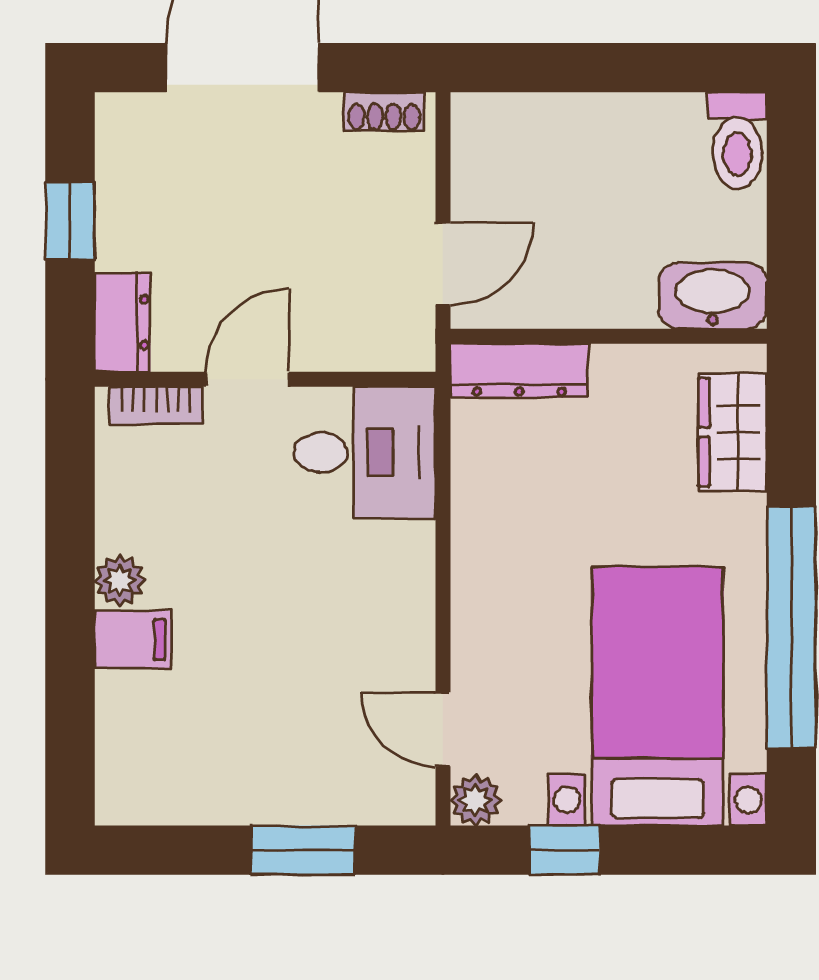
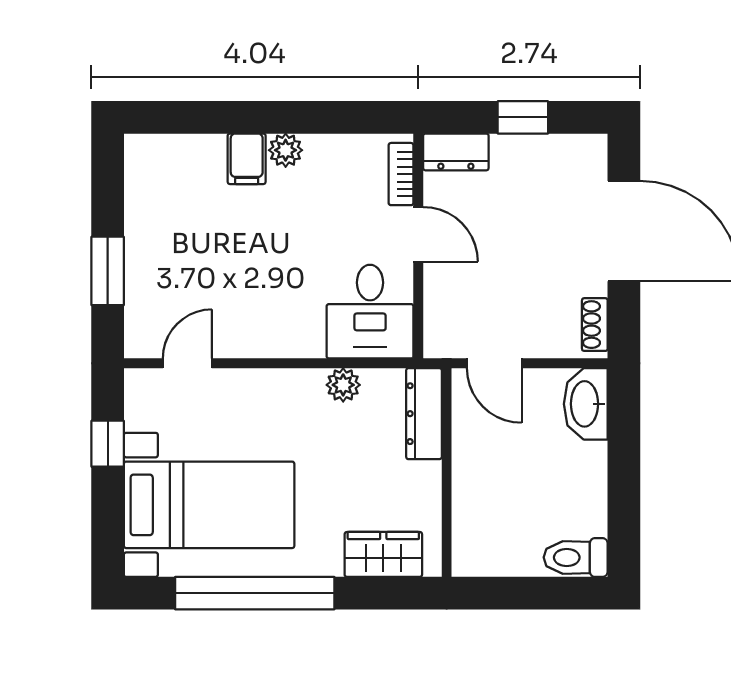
washbasin: (713, 296) -> (586, 404), moved, turned 180
plant: (476, 800) -> (343, 385), moved

